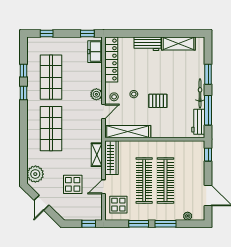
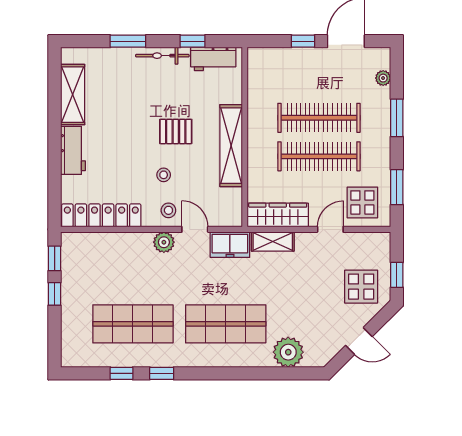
window: (47, 33) -> (55, 294), moved
freezer: (95, 52) -> (230, 245), moved
pallet: (158, 101) -> (176, 131), turned 90
window: (208, 110) -> (193, 41), width x0.46
shelving: (128, 132) -> (231, 146), moved
window: (208, 155) -> (303, 41), moved
plant: (35, 174) -> (288, 352), moved
display table: (73, 184) -> (361, 287), moved
door: (104, 187) -> (330, 229), swing flipped
window: (89, 224) -> (397, 275), moved
window: (139, 224) -> (397, 187), moved

